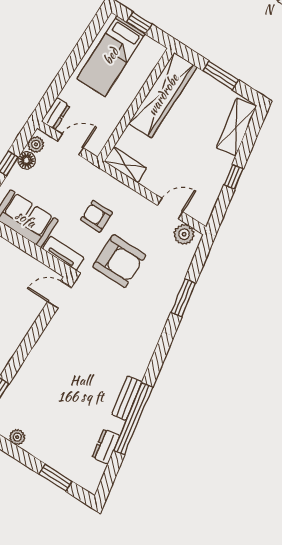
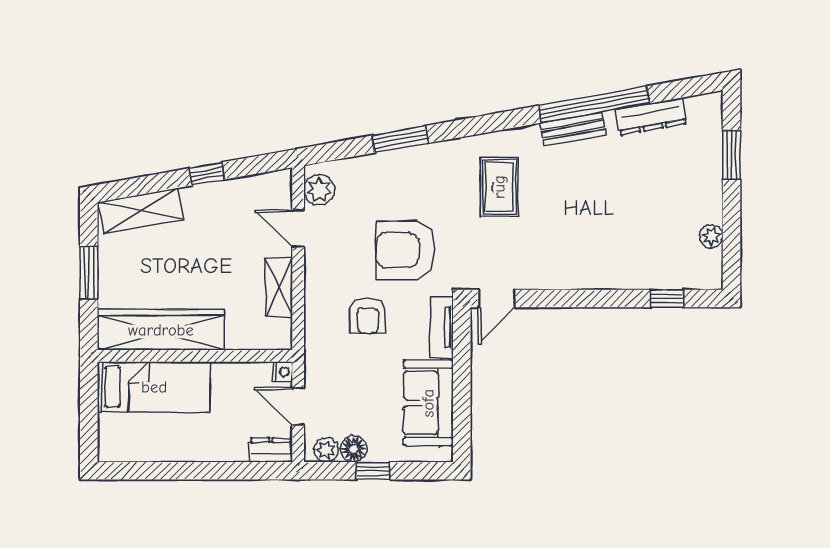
window: (139, 23) -> (89, 418), removed
bed: (111, 56) -> (154, 387), moved
nightstand: (95, 148) -> (283, 372), added
shelving: (125, 165) -> (279, 287), moved
armchair: (119, 261) -> (406, 250), turned -90
door: (59, 295) -> (497, 299), hinge flipped
rug: (121, 336) -> (499, 187), added
dresser: (106, 446) -> (651, 117), width x1.44

